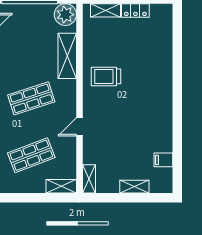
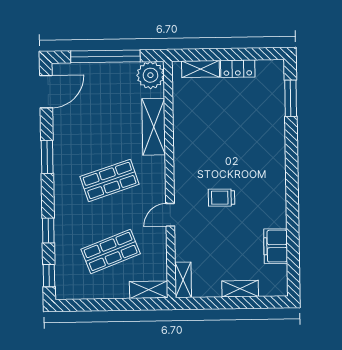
window: (177, 35) -> (291, 98), added
trolley: (106, 76) -> (222, 198), moved, width x0.73, depth x0.72
filing cabinet: (163, 160) -> (276, 246), width x2.00

